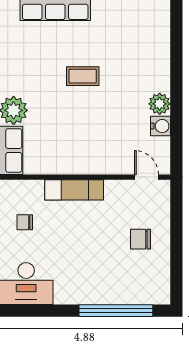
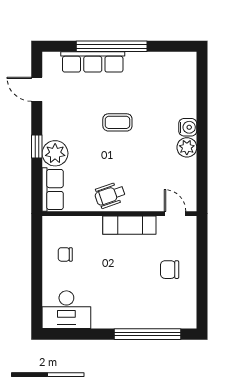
water cooler: (161, 126) -> (188, 127), moved
wheelchair: (74, 157) -> (110, 195), added
exam couch: (74, 190) -> (129, 225), moved

